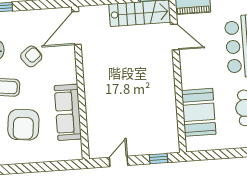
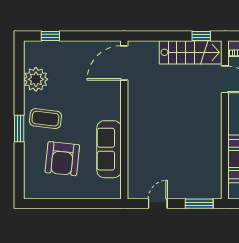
armchair: (31, 56) -> (75, 89), removed
window: (158, 159) -> (199, 204), width x1.50

